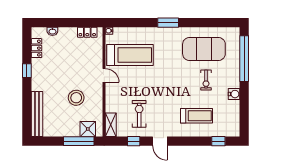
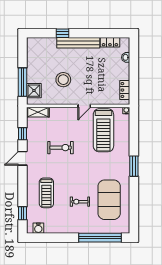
window: (27, 71) -> (63, 33), moved
water cooler: (234, 94) -> (38, 228), moved
bench: (37, 114) -> (78, 43), moved
exercise bike: (139, 114) -> (61, 148), moved

